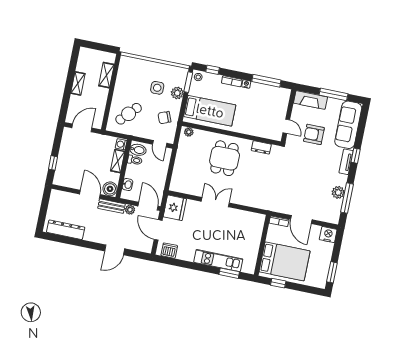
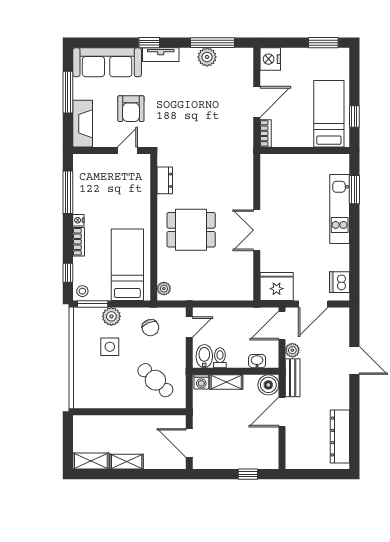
shelving: (106, 75) -> (91, 461), moved
bed: (285, 261) -> (329, 114), width x0.67

